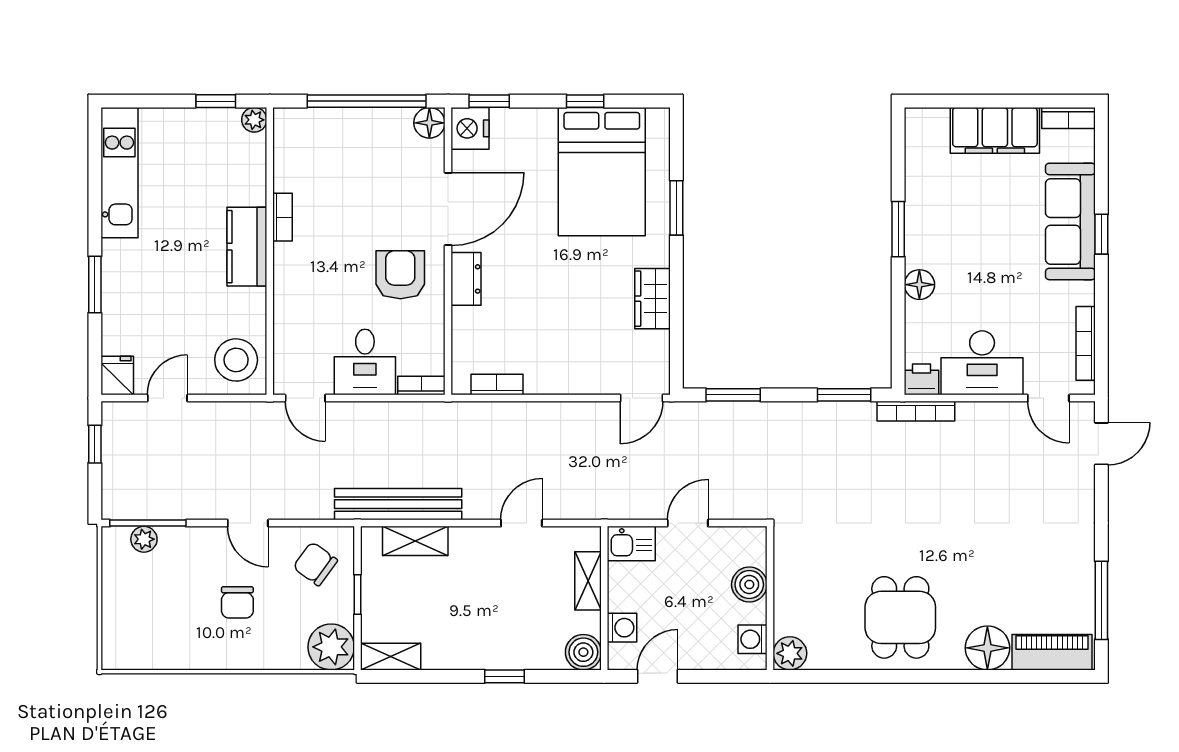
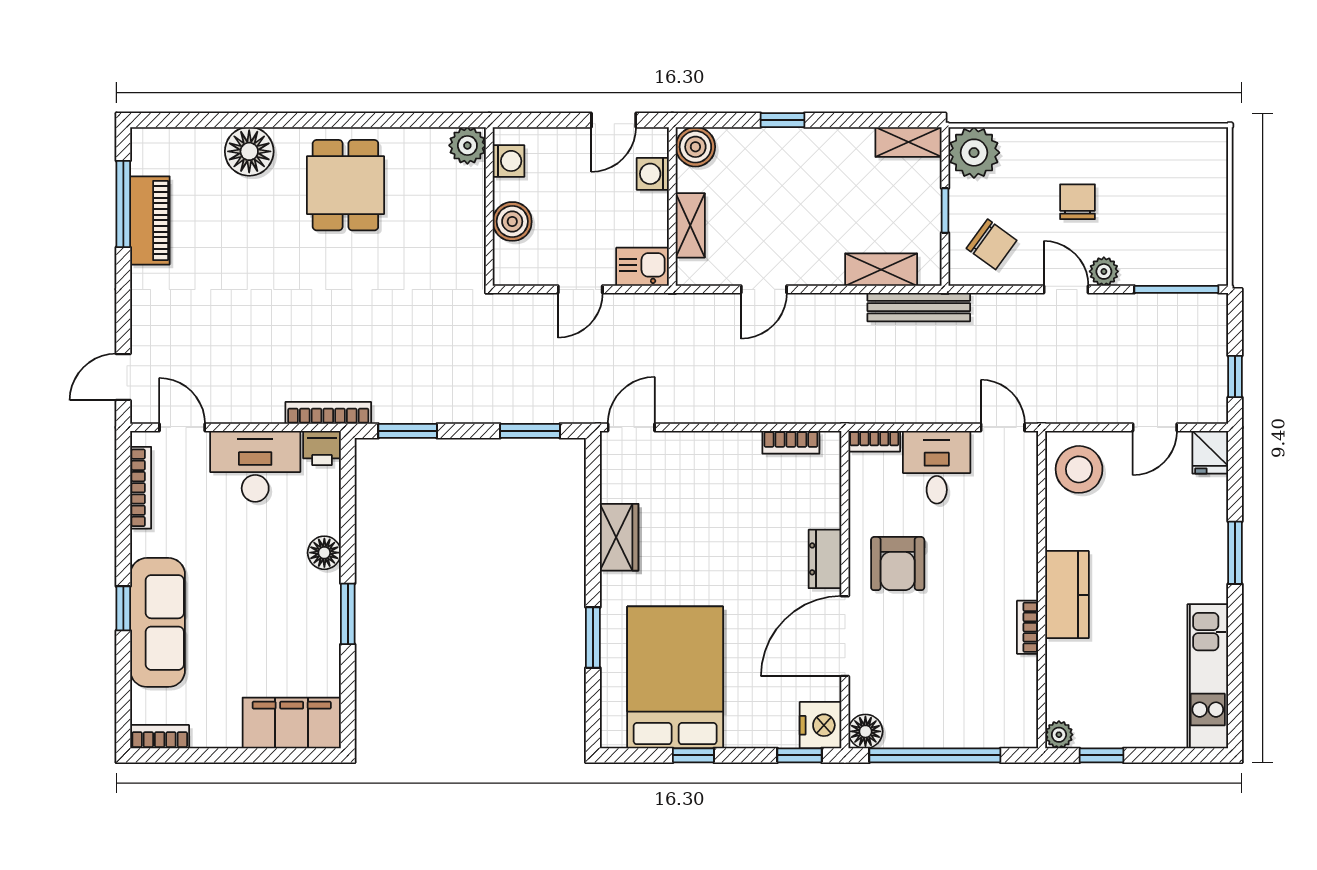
filing cabinet: (995, 130) -> (292, 723), moved
bench: (398, 504) -> (919, 307), width x0.73, depth x0.82
plant: (144, 539) -> (1104, 271), moved
piano: (1052, 652) -> (150, 220), moved, turned -90

